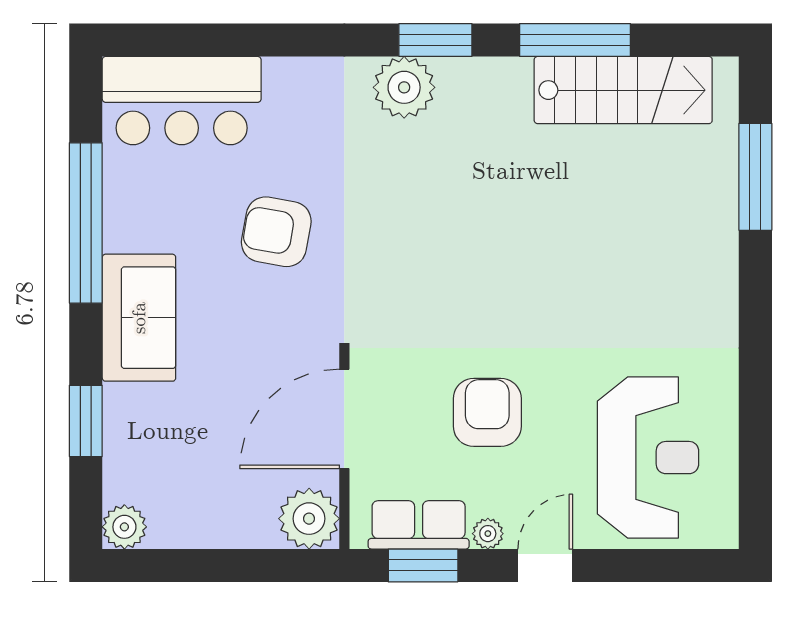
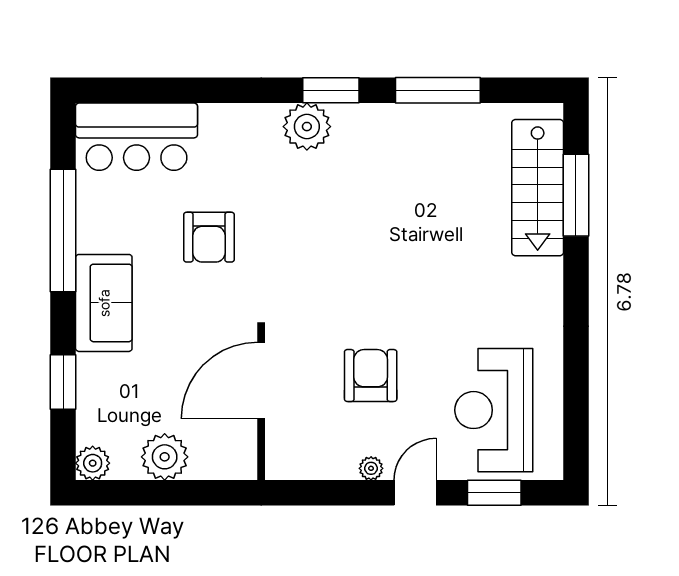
stairs: (623, 90) -> (538, 188), moved, turned 90
armchair: (276, 232) -> (209, 237), turned -100
reception desk: (648, 458) -> (494, 410), turned 180
plant: (309, 519) -> (165, 457), moved
row of seats: (419, 525) -> (318, 462), removed
window: (423, 565) -> (494, 493), moved

